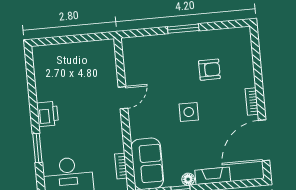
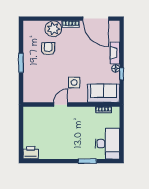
plant: (242, 75) -> (53, 29), added
door: (123, 98) -> (61, 105), hinge flipped
side table: (189, 112) -> (74, 82), moved
printer: (47, 114) -> (31, 153), moved

